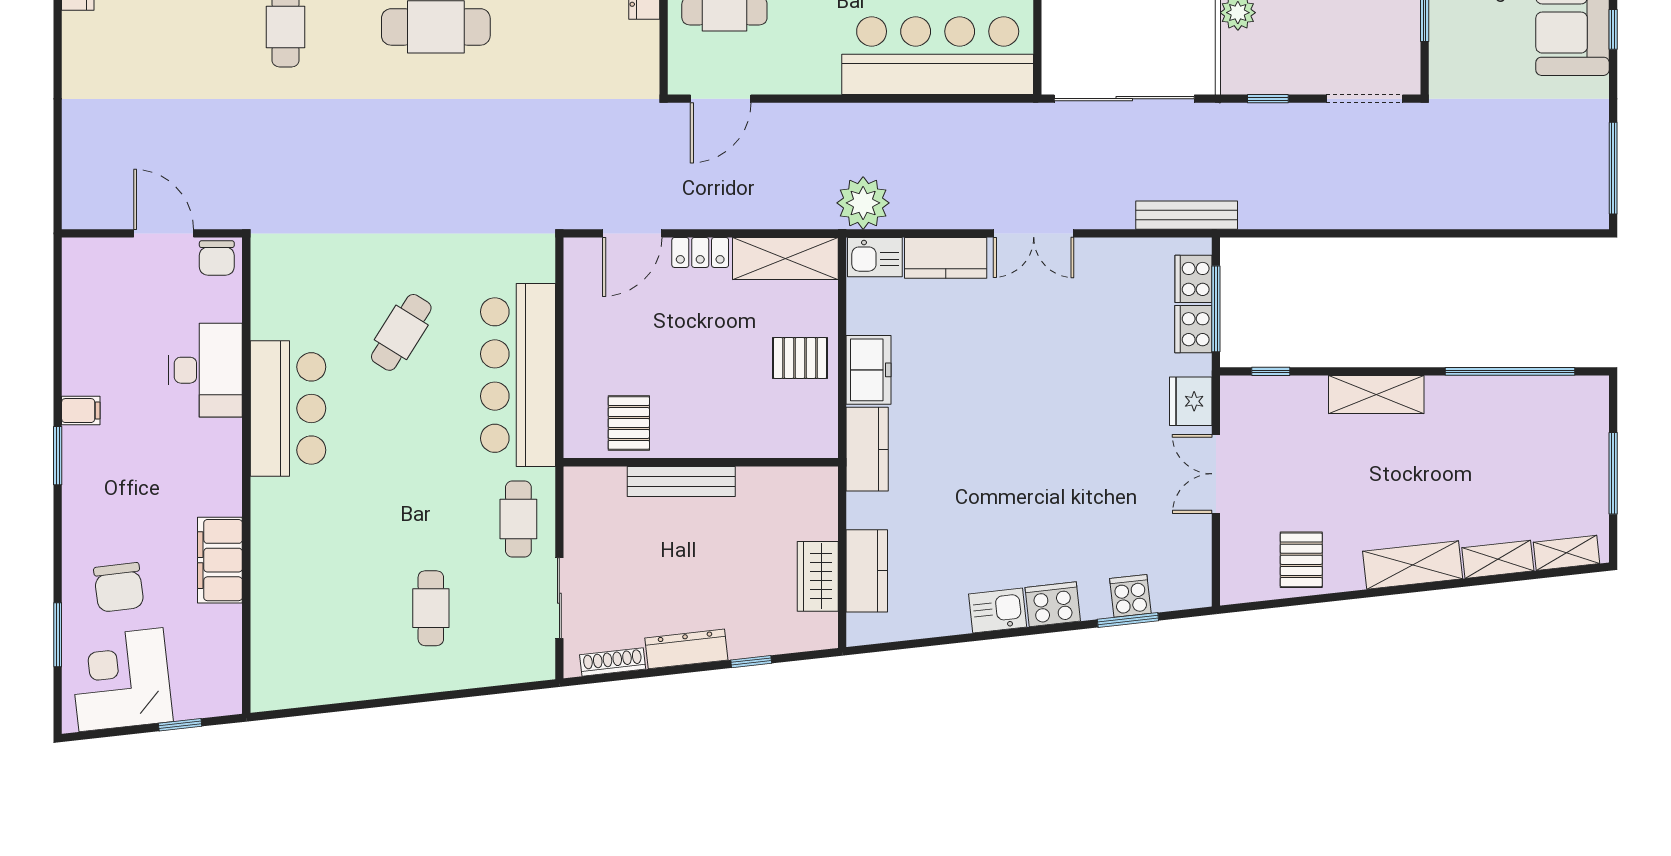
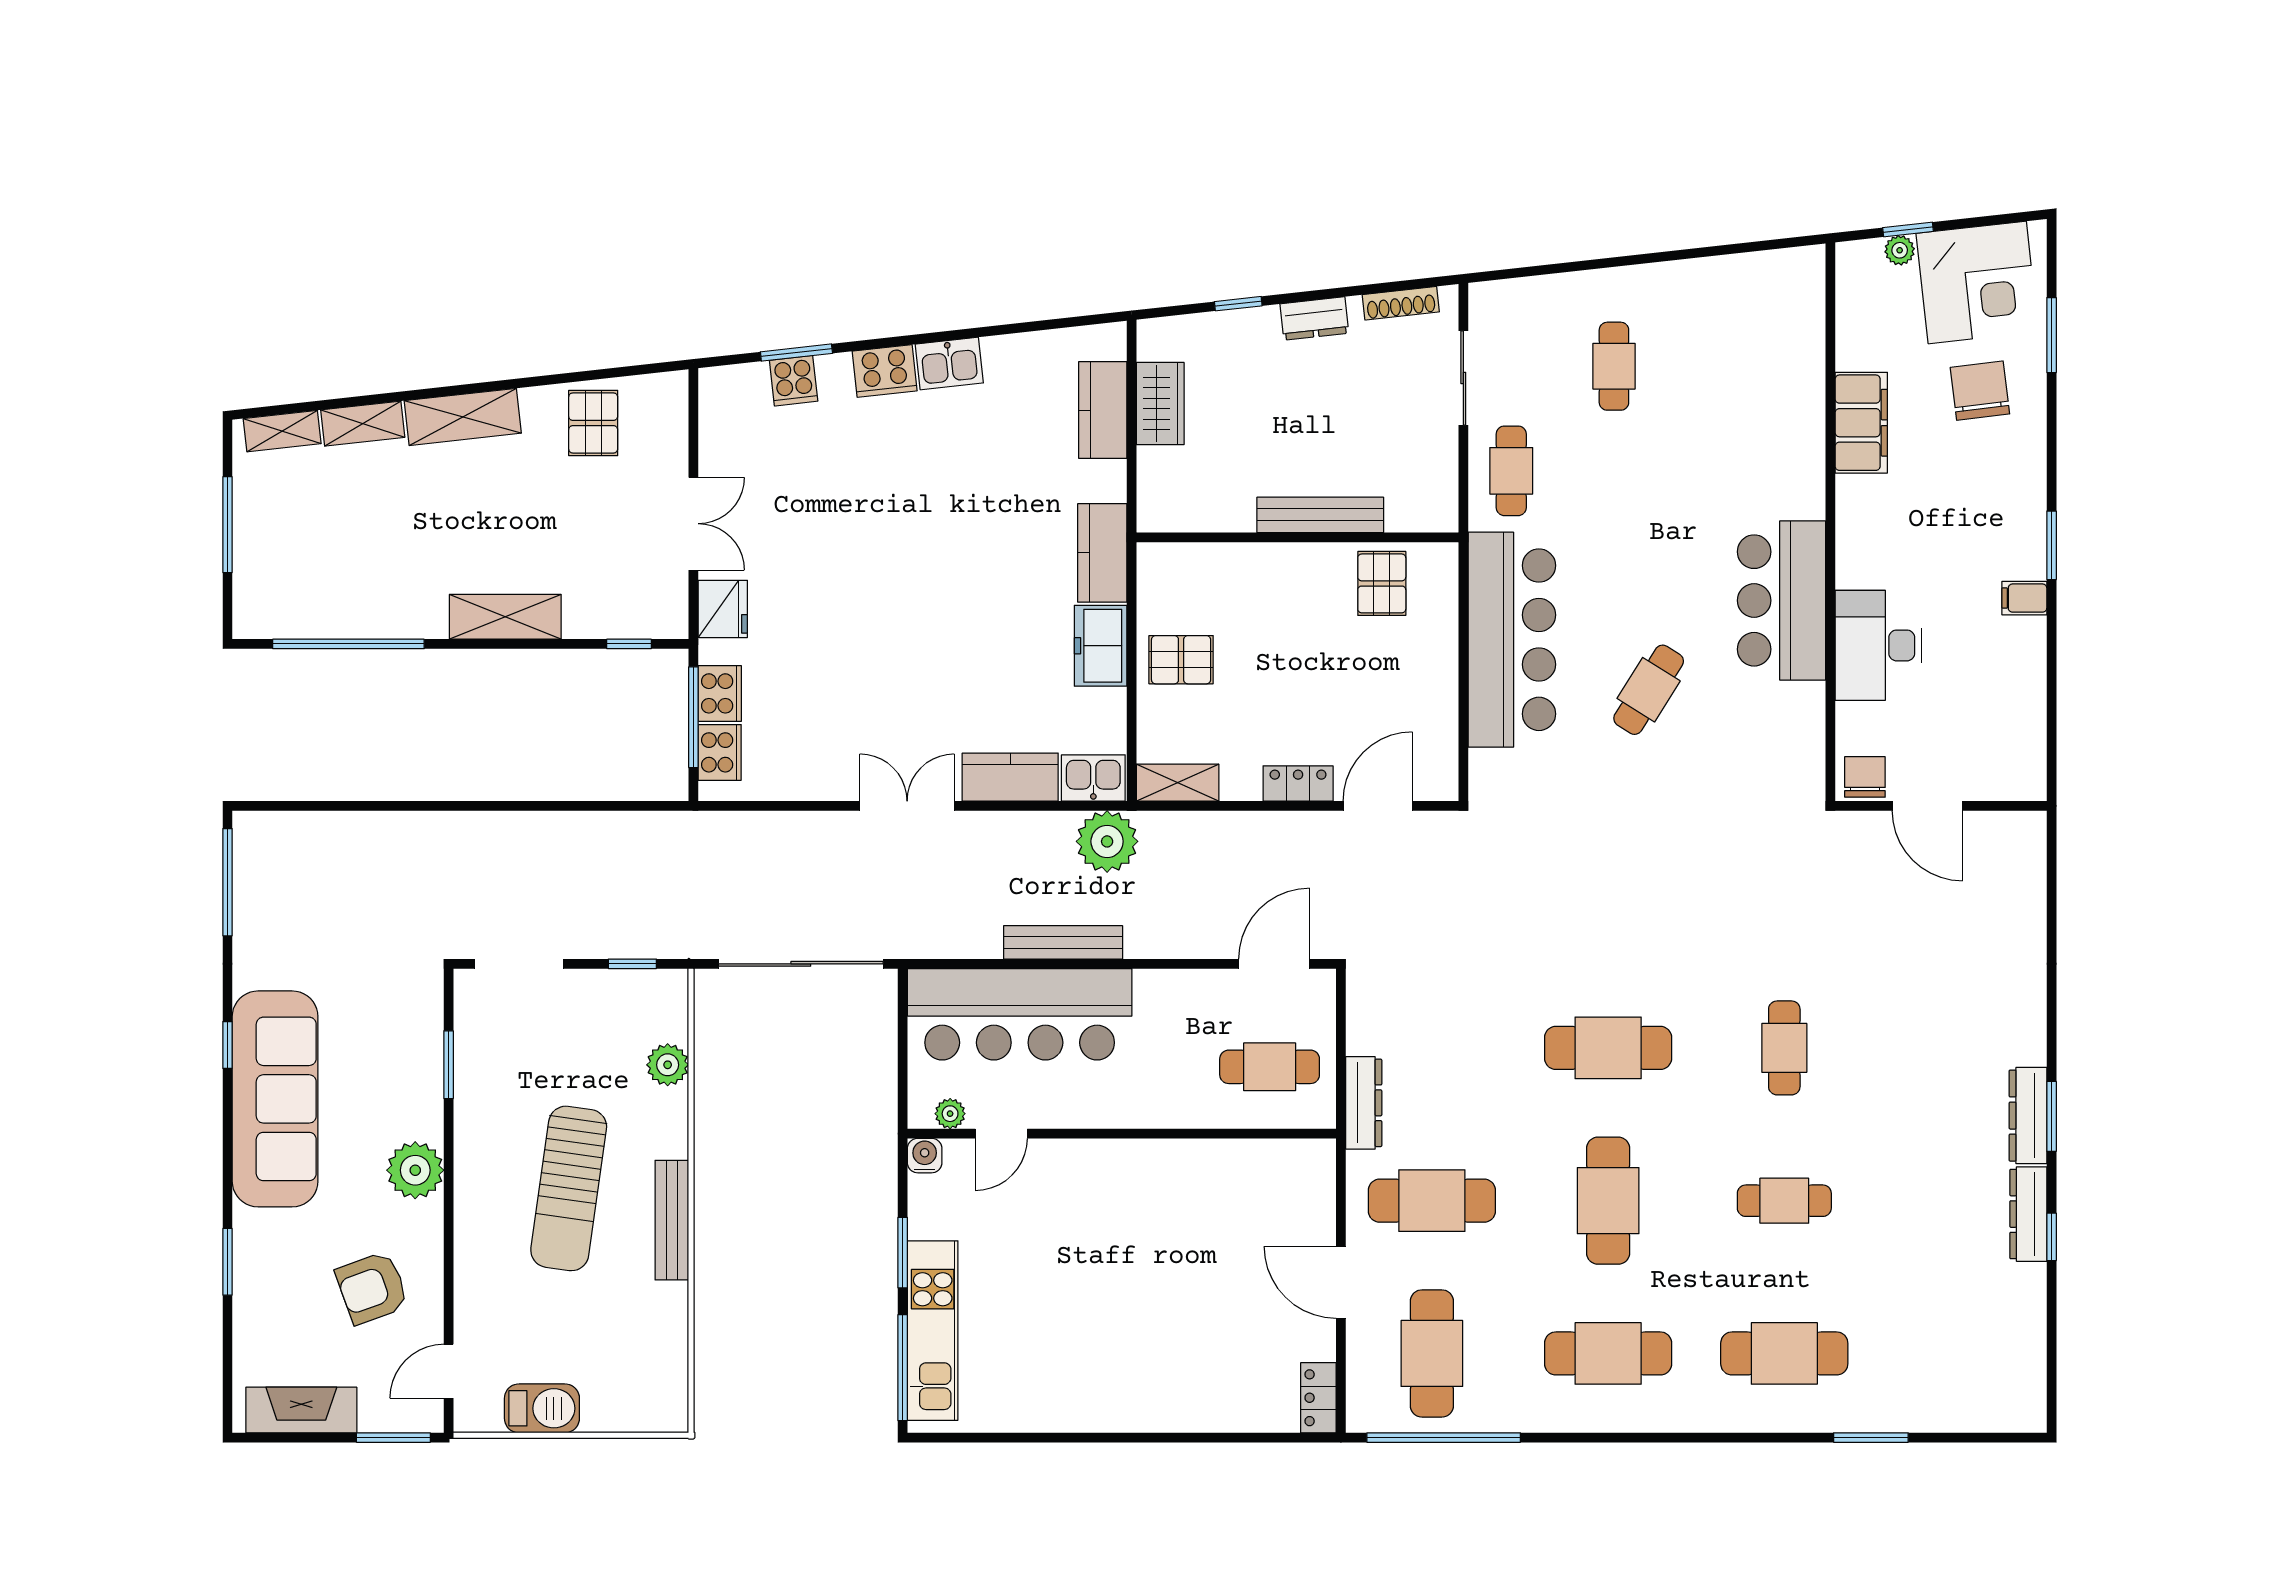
bench: (1187, 215) -> (1063, 942), moved
shelving: (785, 258) -> (1178, 783), width x0.67, depth x0.75
dresser: (686, 649) -> (1314, 318), width x0.70
plant: (187, 707) -> (1900, 250), added

